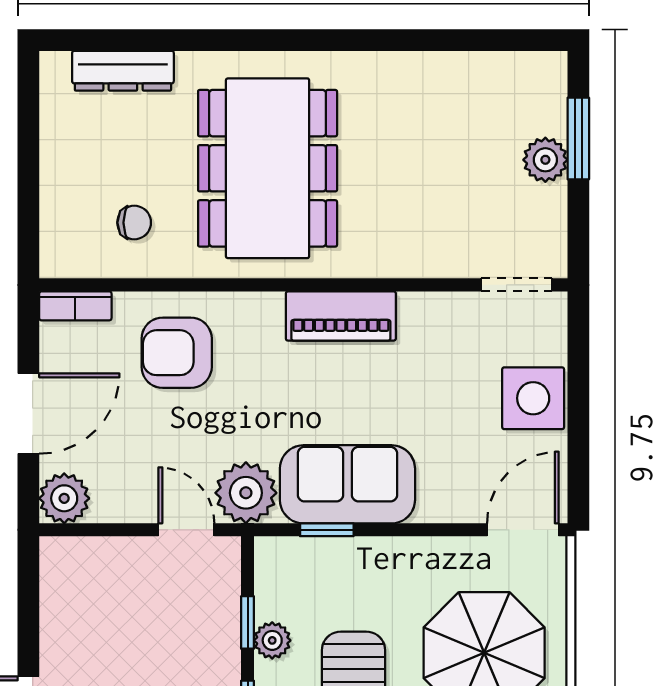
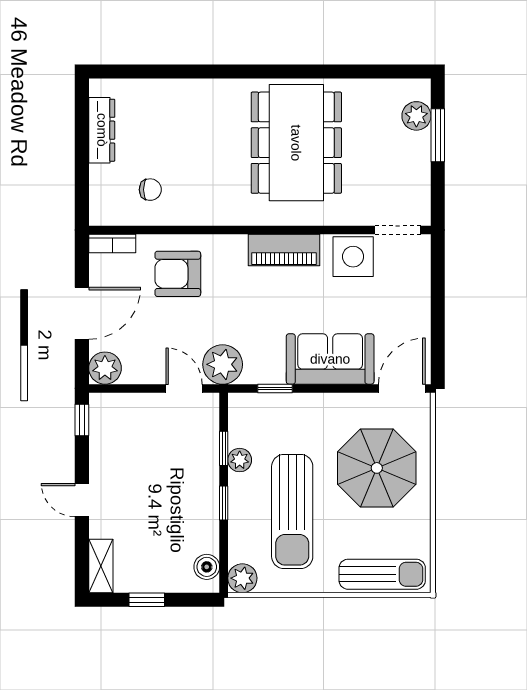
dresser: (123, 71) -> (102, 130), moved, turned -90
plant: (545, 160) -> (416, 116), moved
dining table: (268, 168) -> (296, 143), moved
side table: (533, 398) -> (353, 257), moved
sofa: (347, 484) -> (330, 359), moved
window: (28, 579) -> (82, 420), added

